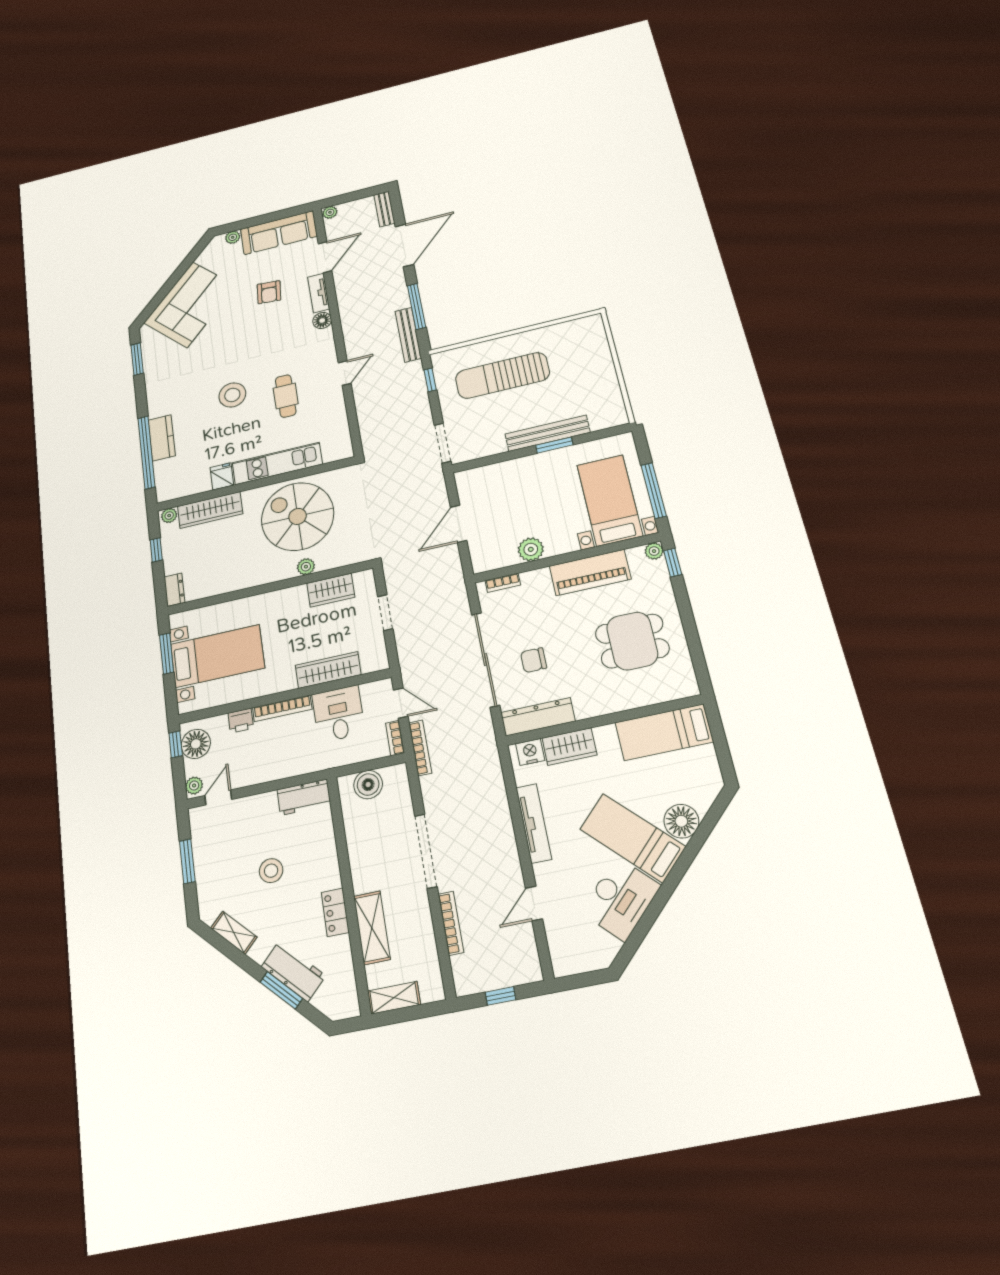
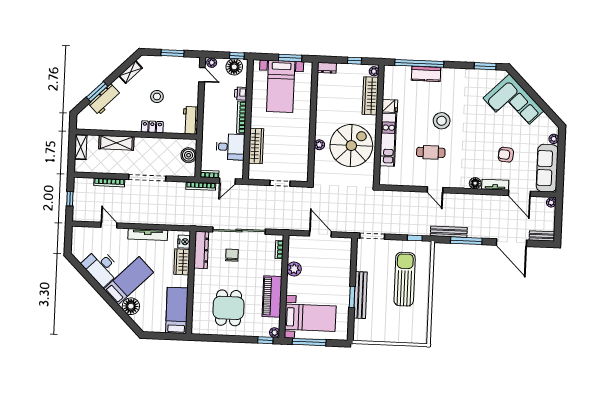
wardrobe: (331, 590) -> (301, 156), removed
locker: (335, 912) -> (152, 127), moved

